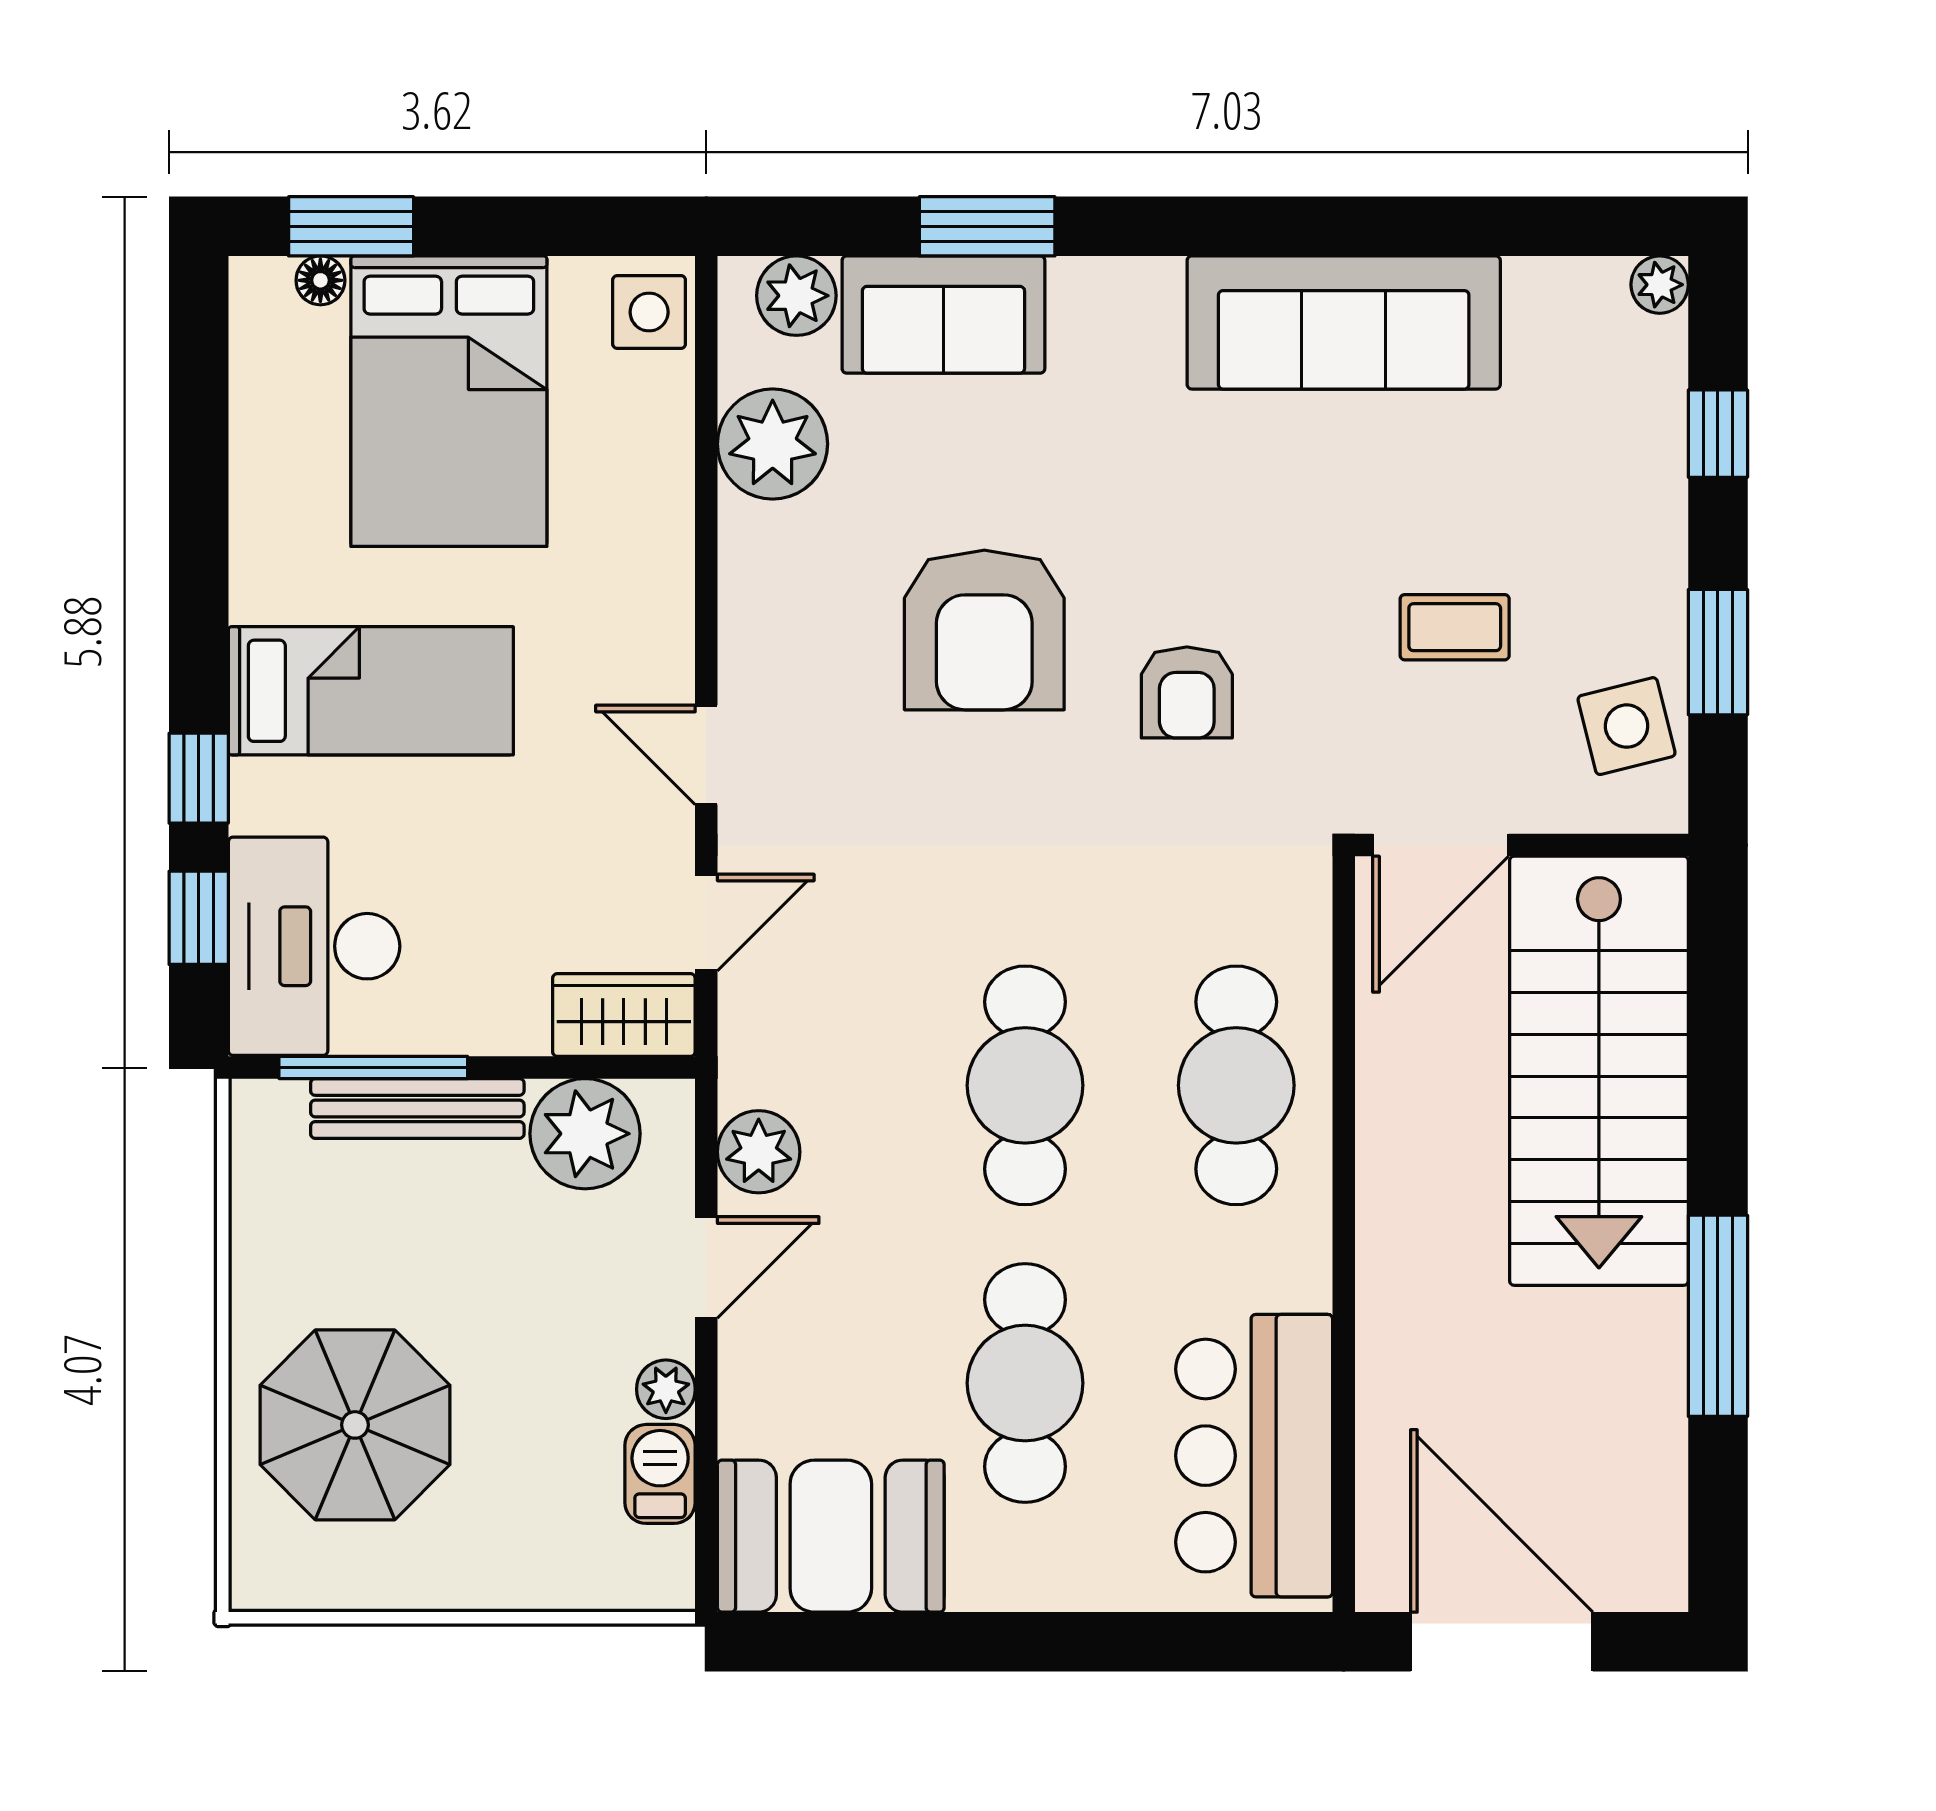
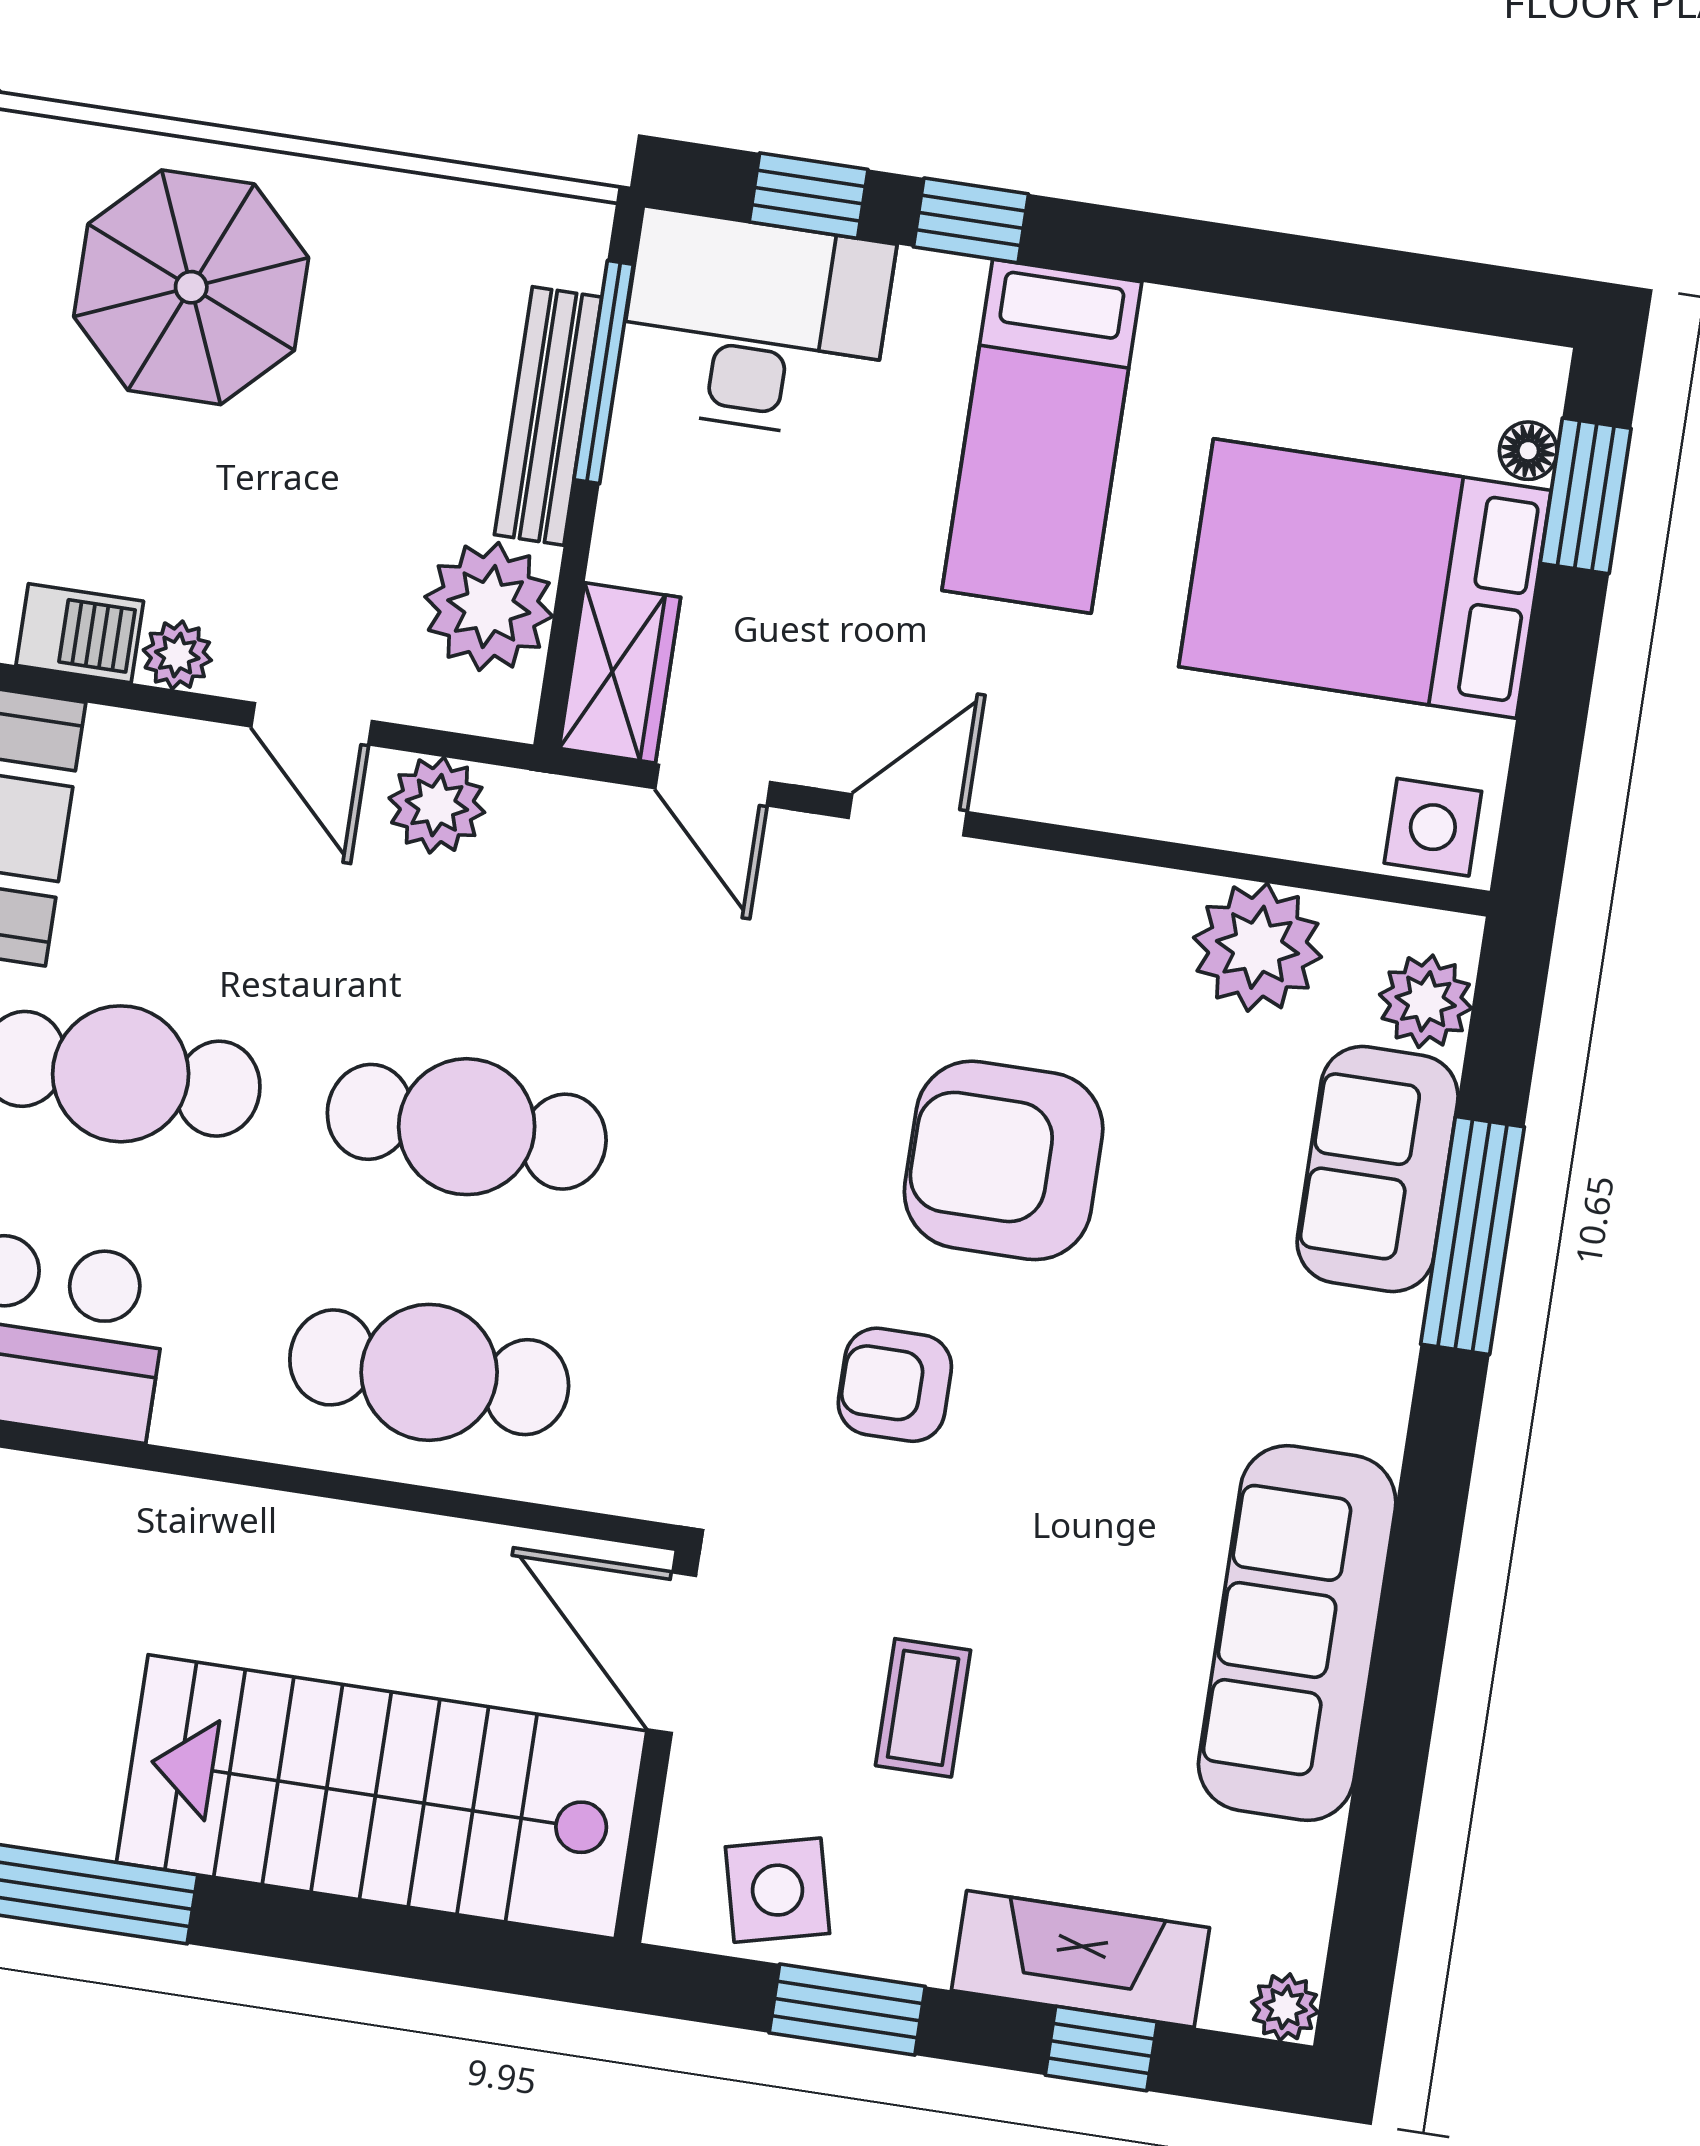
window: (987, 226) -> (1472, 1236), width x1.44
fireplace: (1645, 463) -> (1080, 1959), added

